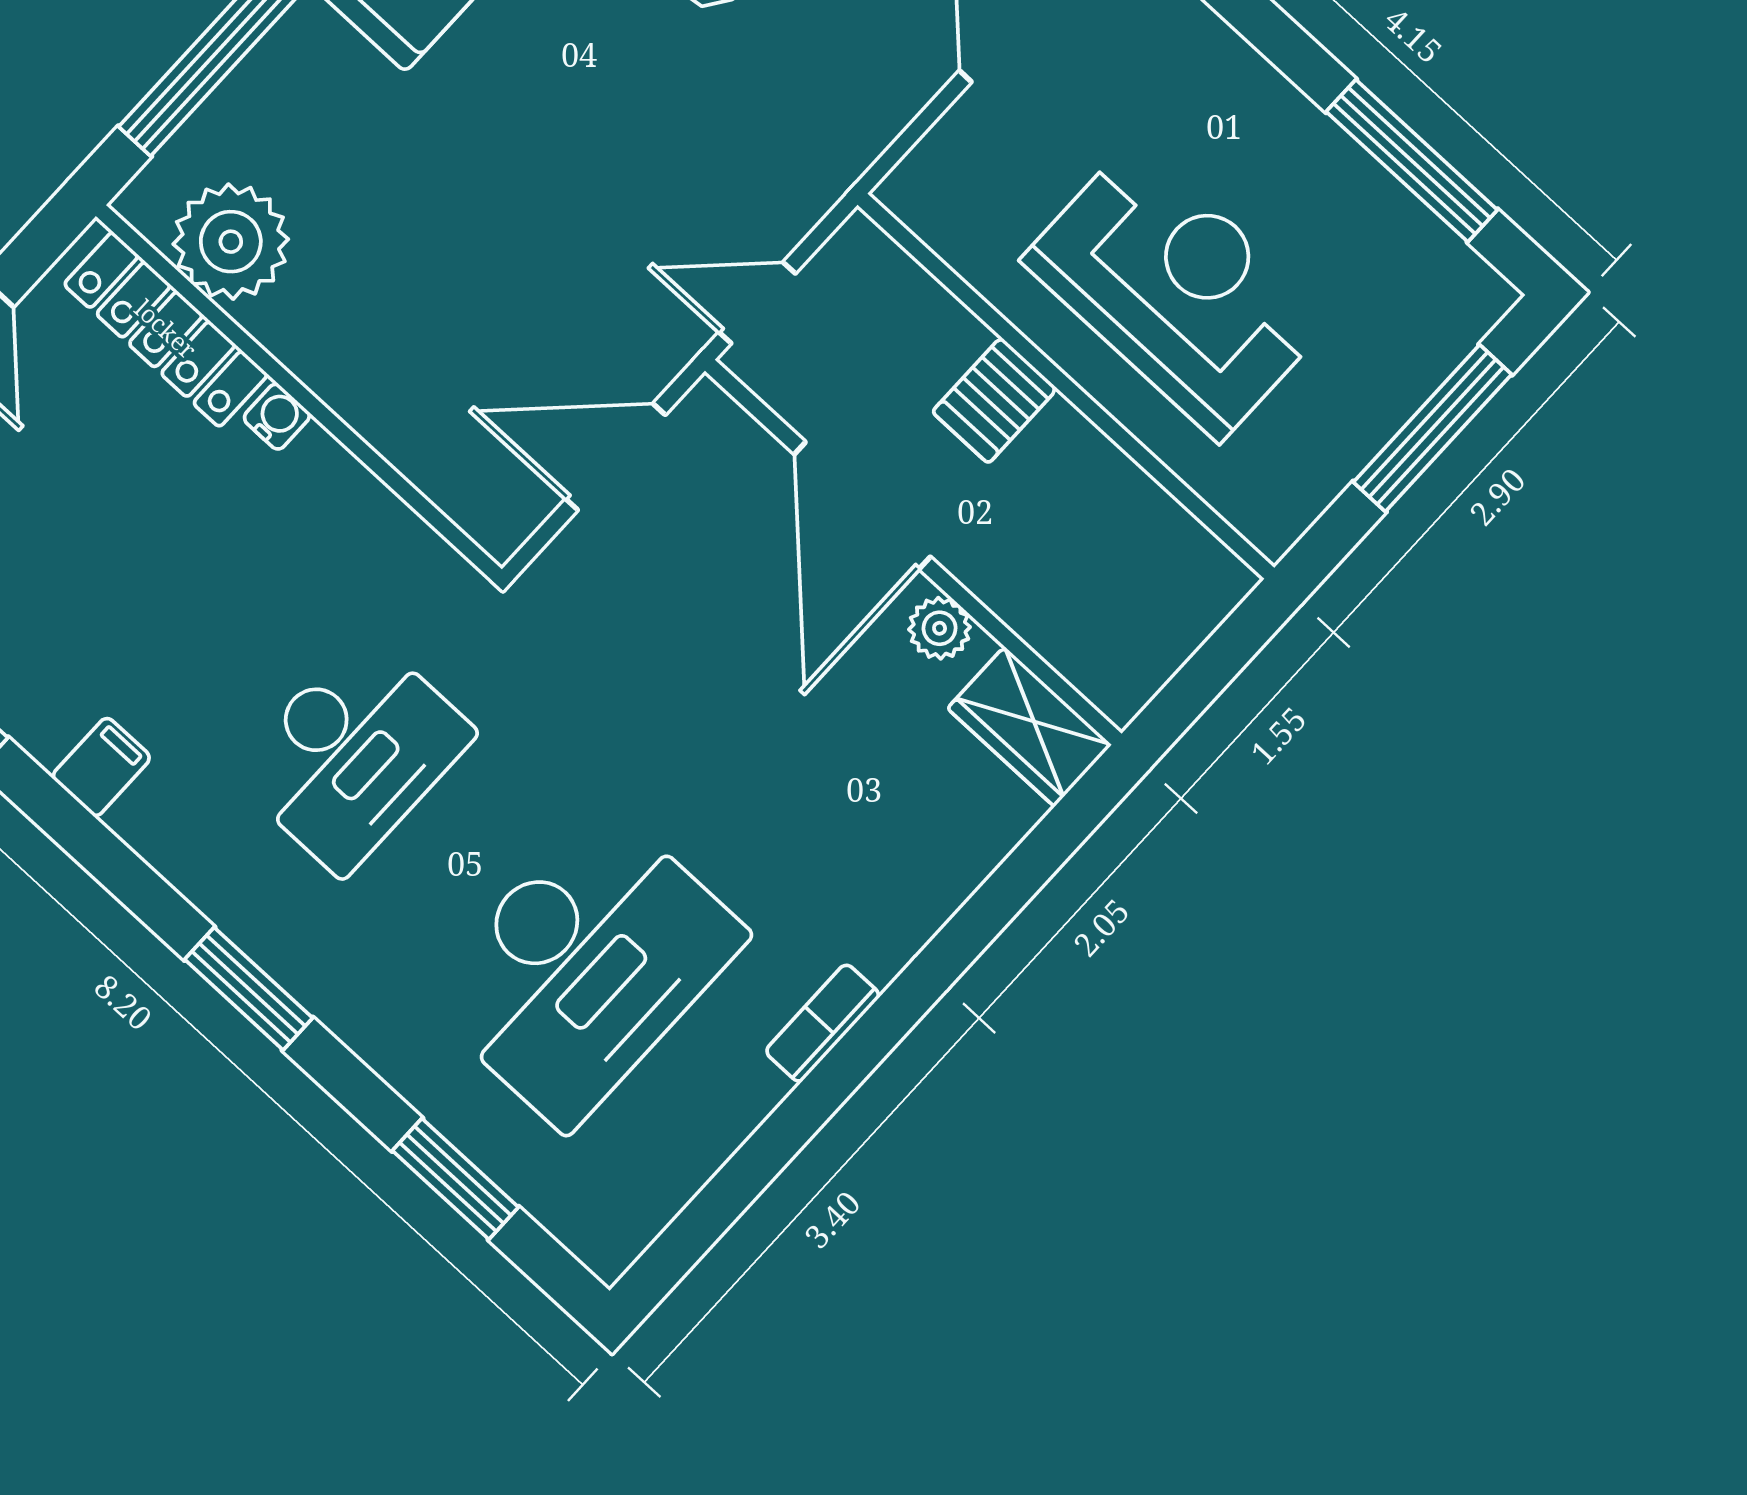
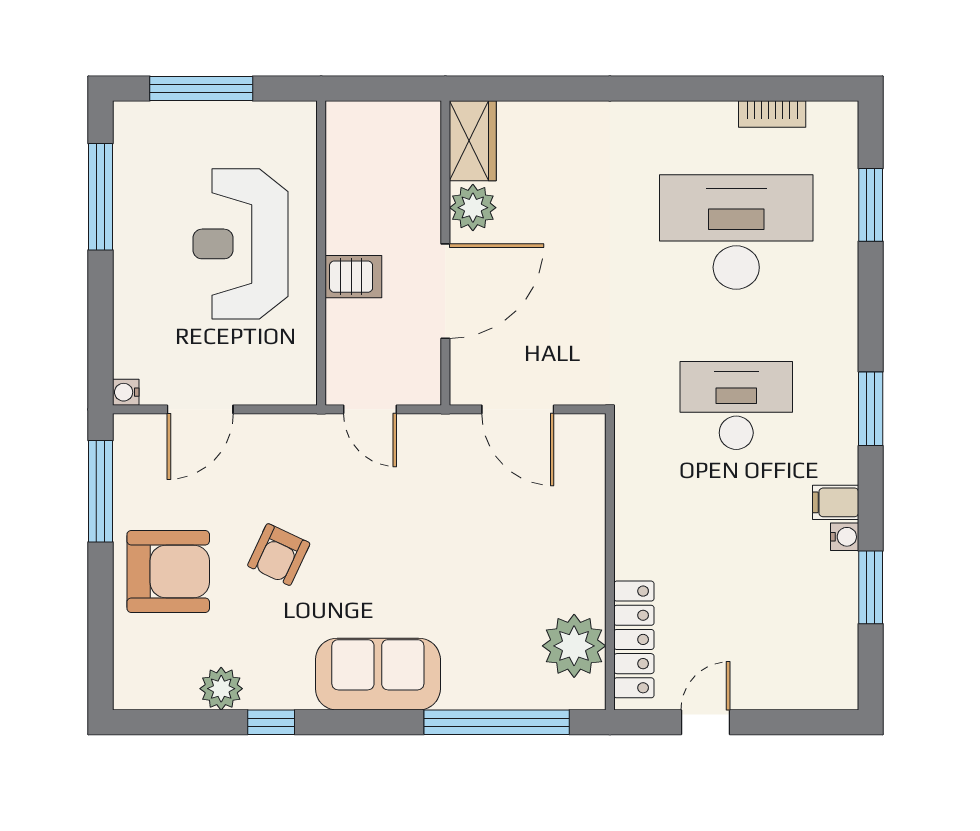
door: (757, 303) -> (370, 409), moved
water cooler: (277, 417) -> (845, 537), moved, turned 180
plant: (940, 628) -> (473, 208), width x1.38, depth x1.38
window: (249, 989) -> (871, 409), moved
bookcase: (823, 1023) -> (772, 114), moved

